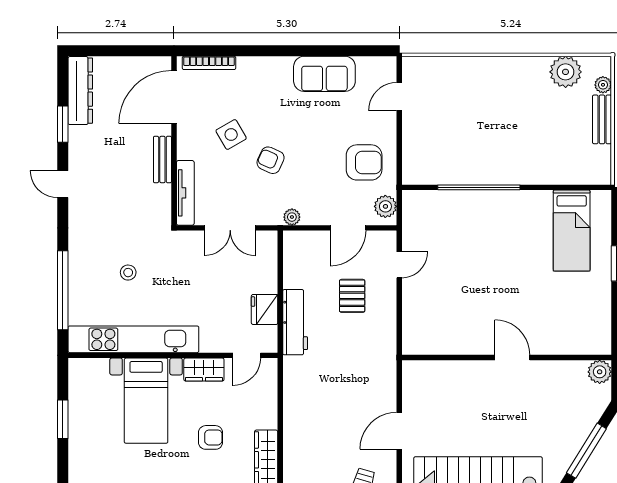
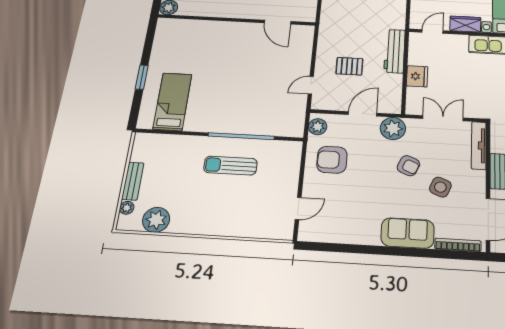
sofa: (324, 74) -> (408, 233), moved
side table: (231, 135) -> (440, 187), turned -38
sun lounger: (487, 147) -> (230, 166), added
plant: (292, 217) -> (393, 128), width x1.88, depth x1.88
door: (348, 228) -> (363, 114), moved
pallet: (352, 296) -> (349, 66), turned 90
fridge: (265, 309) -> (417, 76), moved
door: (512, 357) -> (278, 22), moved

